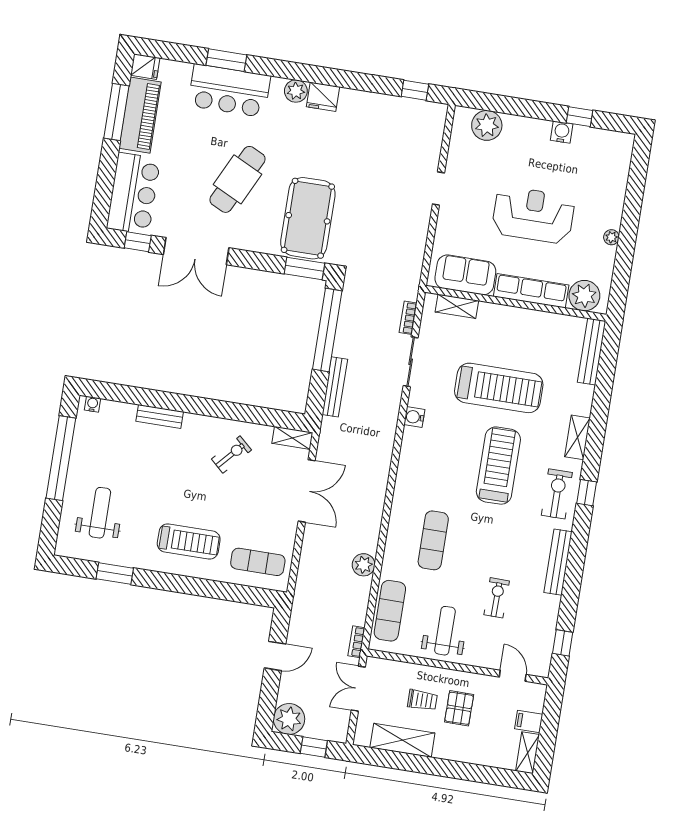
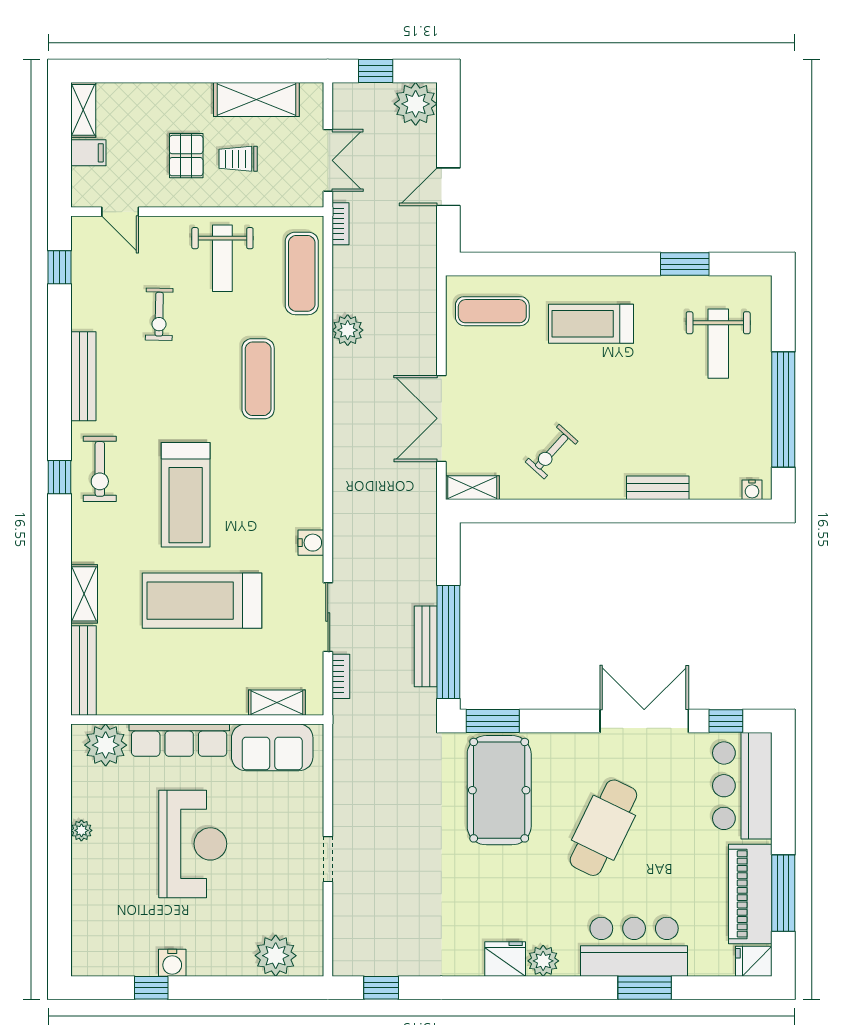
reception desk: (533, 215) -> (193, 844), turned -90
bench: (335, 387) -> (426, 646), moved
shelving: (577, 437) -> (84, 594), moved

